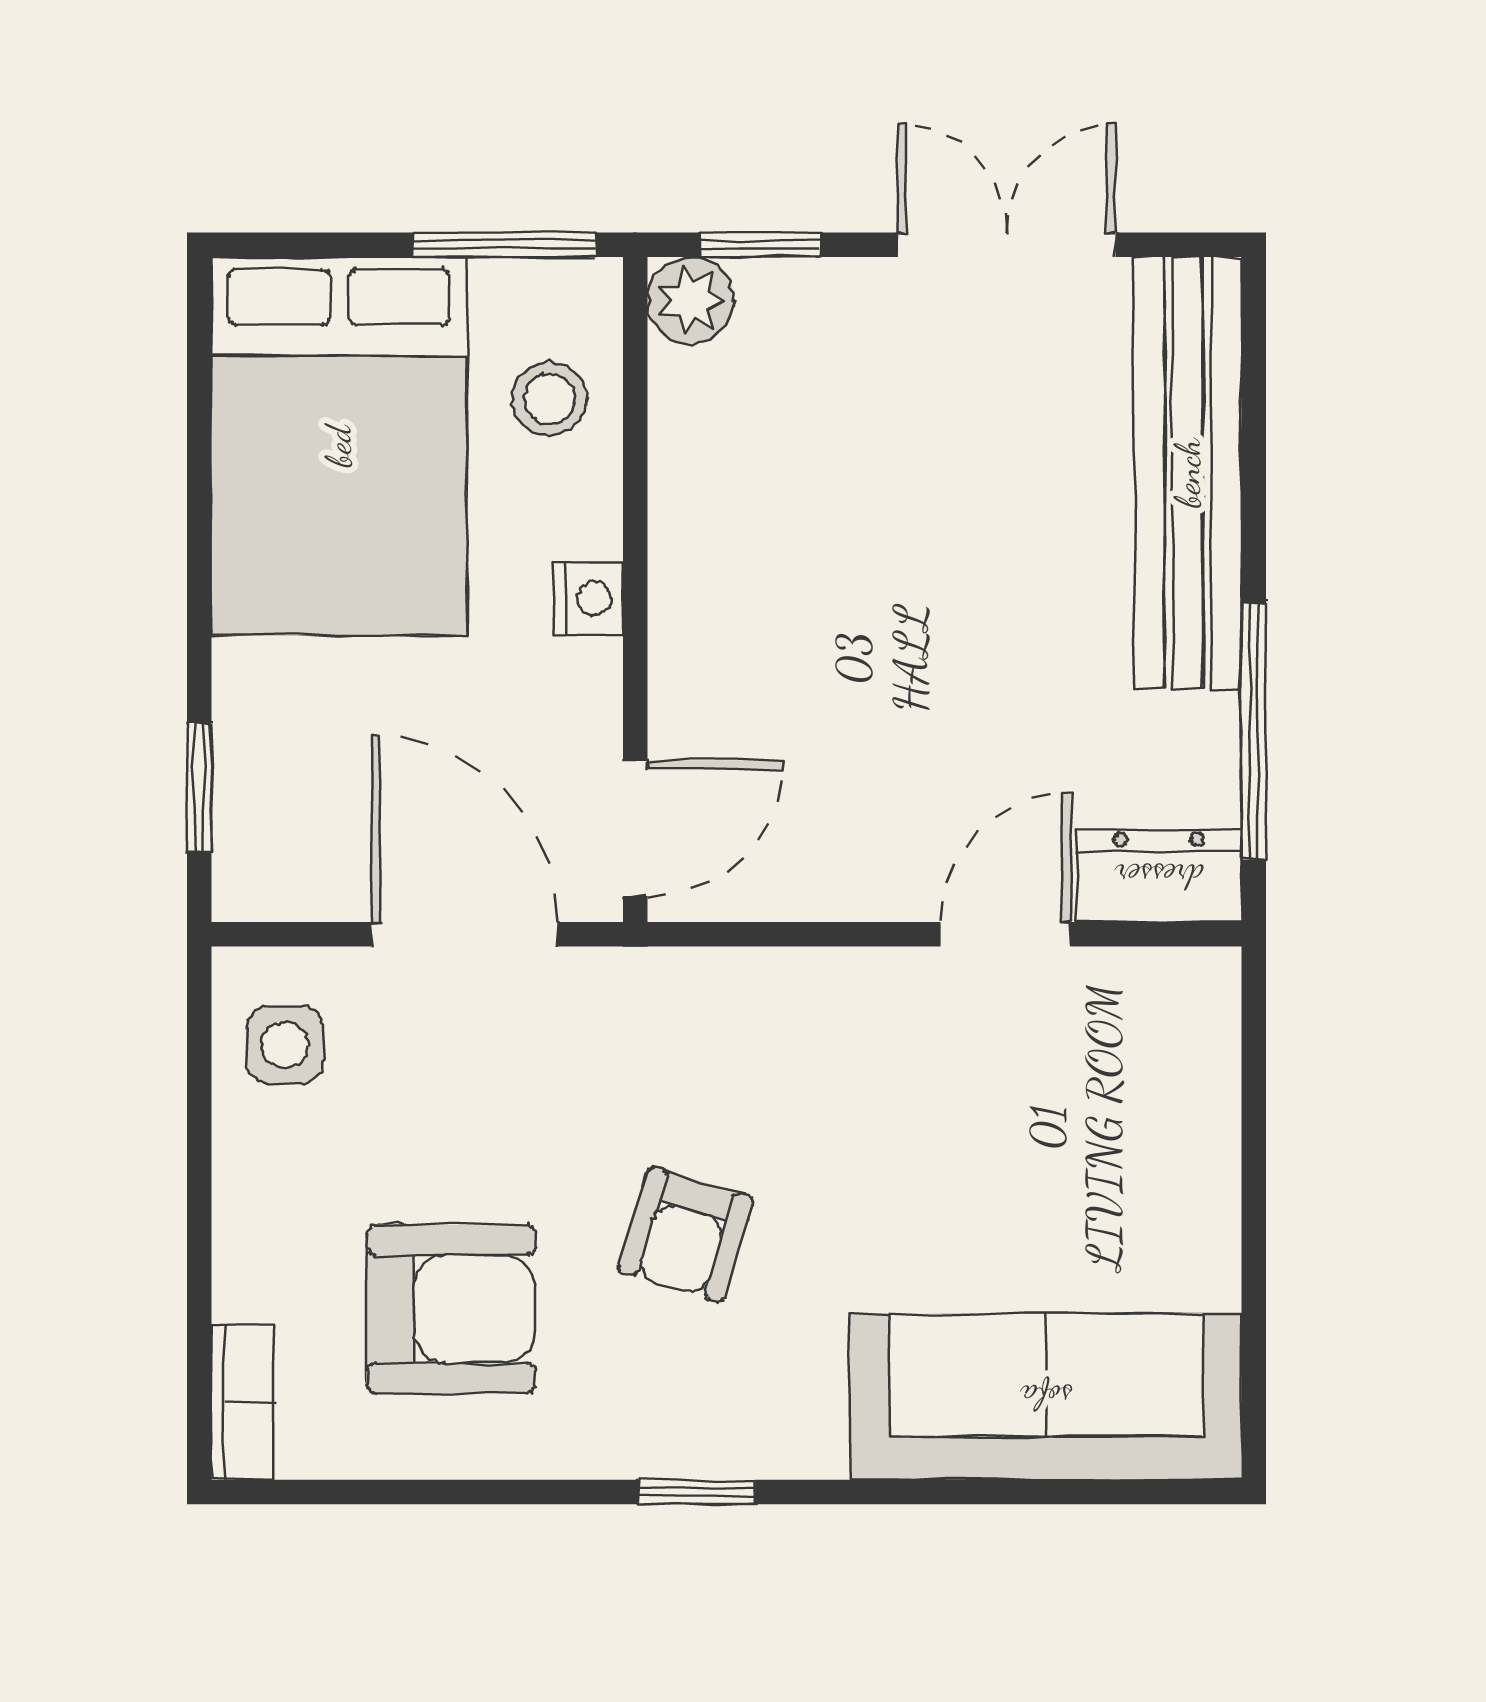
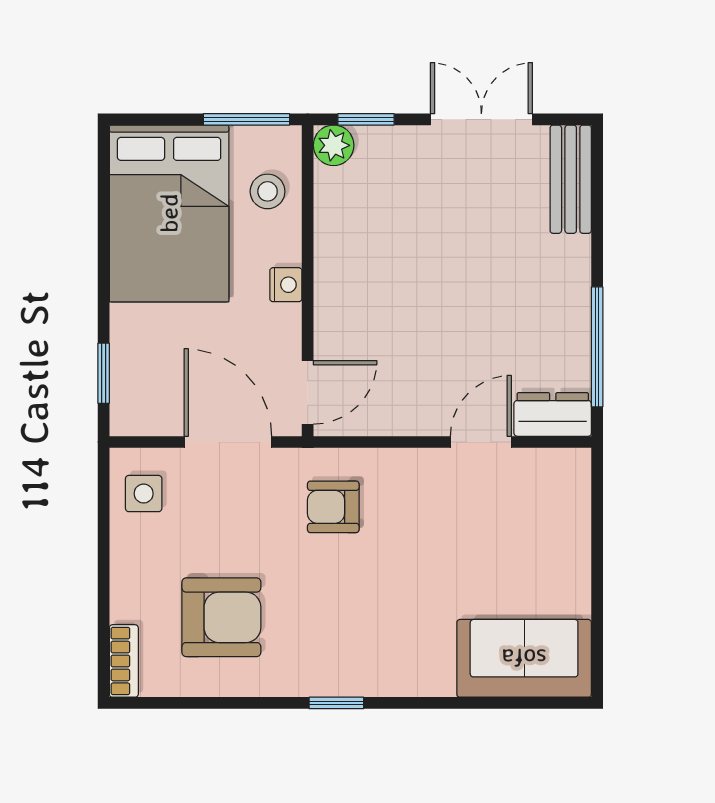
bench: (1188, 473) -> (571, 179), width x0.54, depth x0.82
armchair: (686, 1234) -> (333, 507), moved, turned 73
sofa: (1046, 1397) -> (524, 658), width x0.73

